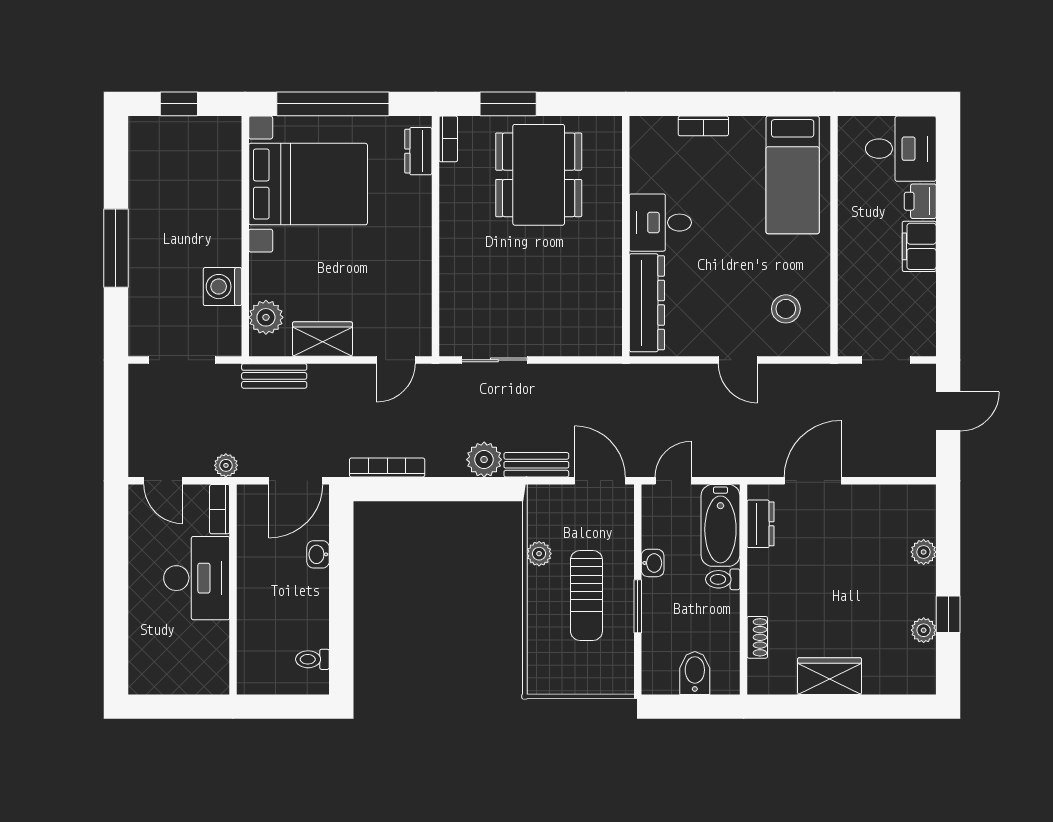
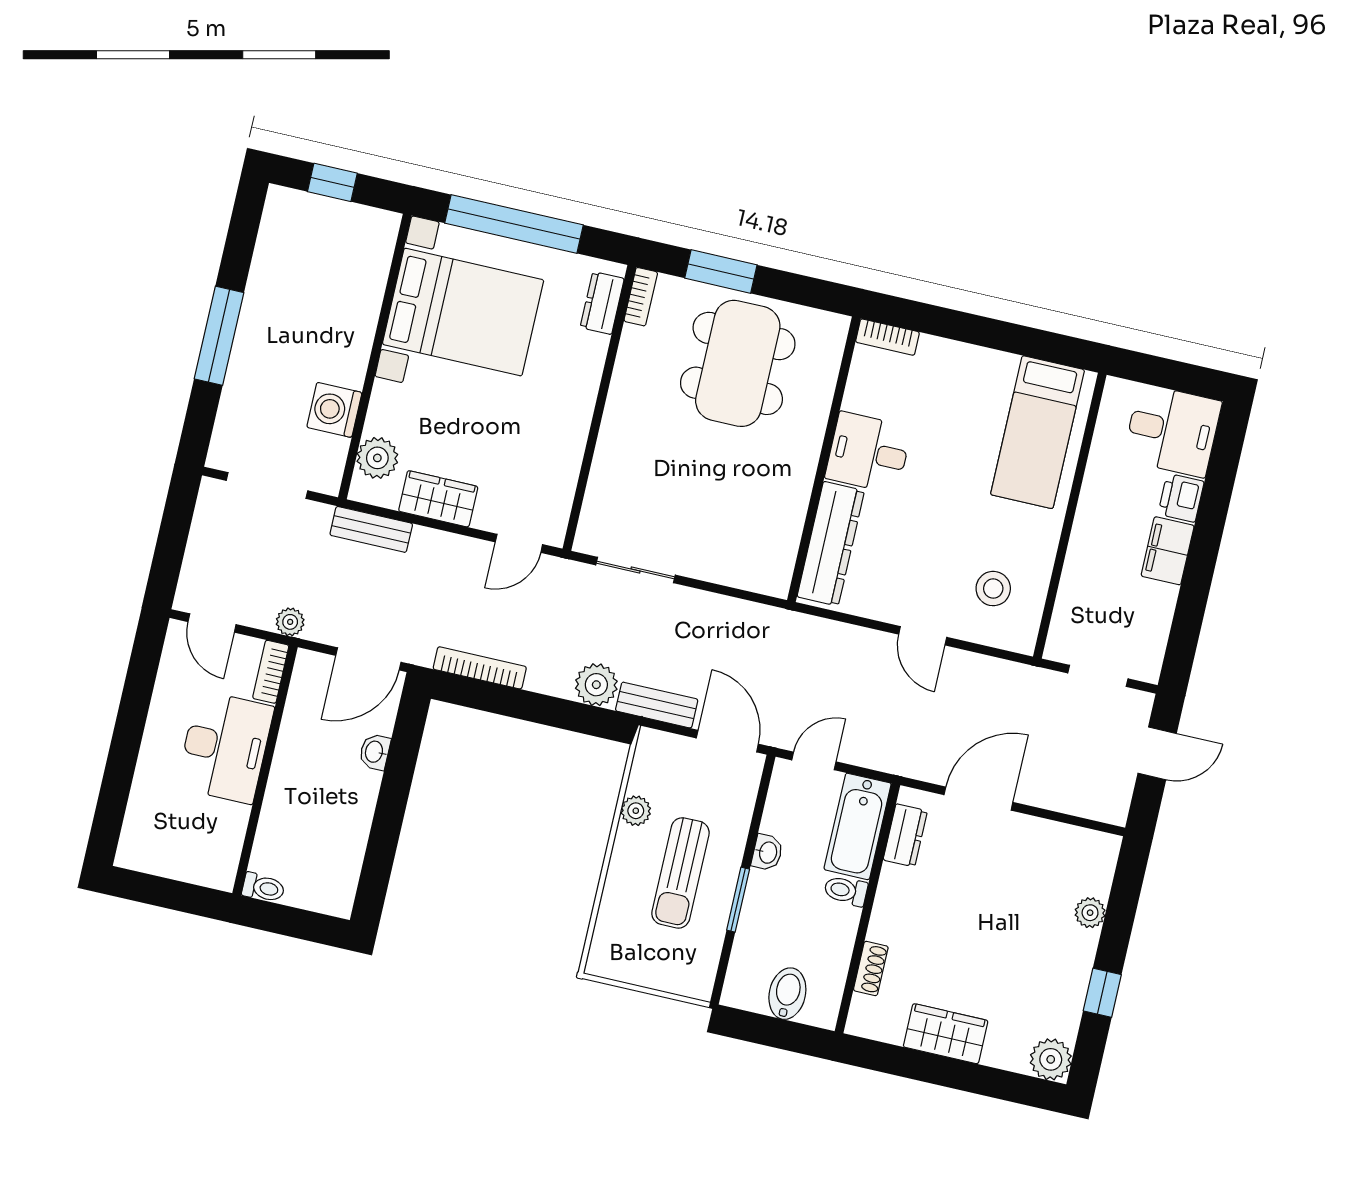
bookcase: (703, 126) -> (887, 337), moved
plant: (924, 630) -> (1051, 1059), moved, width x1.38, depth x1.38
toilet: (312, 659) -> (263, 888), moved, turned 180

